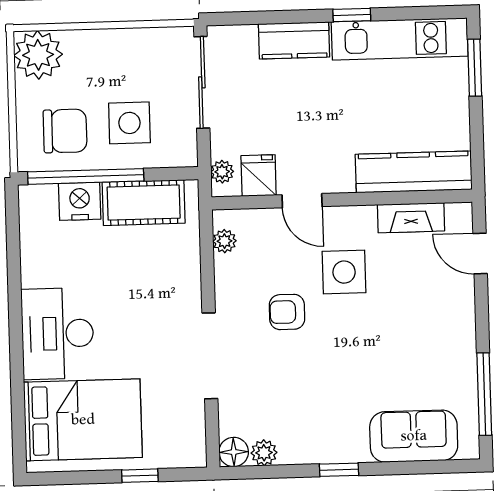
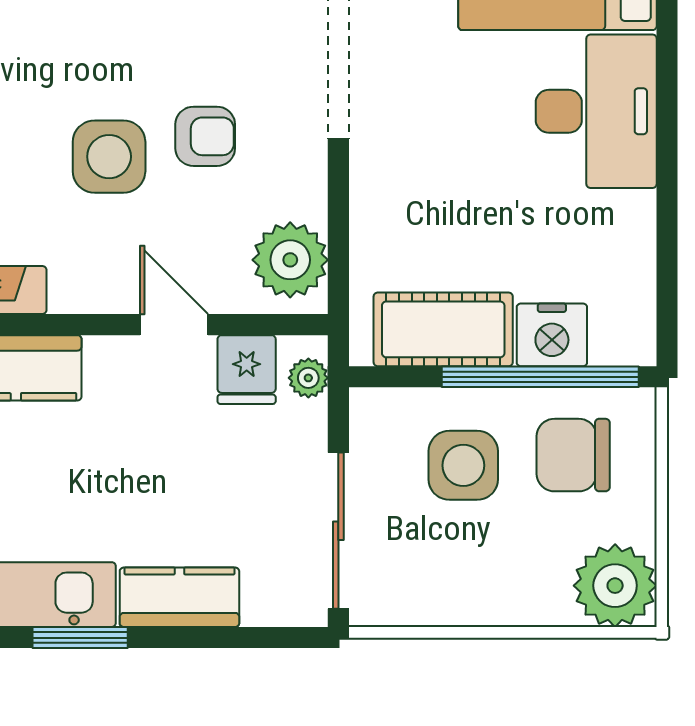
window: (352, 15) -> (80, 638), width x1.50
plant: (224, 241) -> (290, 260), width x1.87, depth x1.87
side table: (344, 272) -> (109, 157), moved

